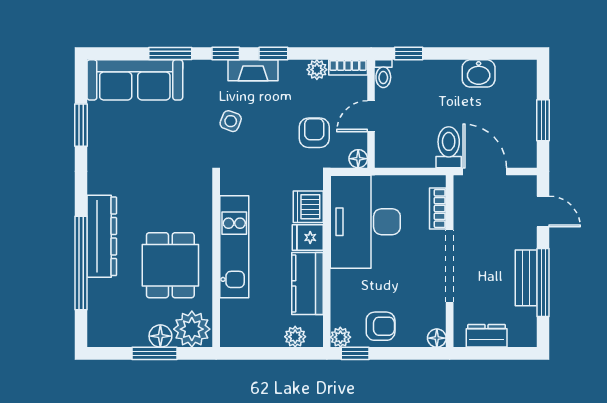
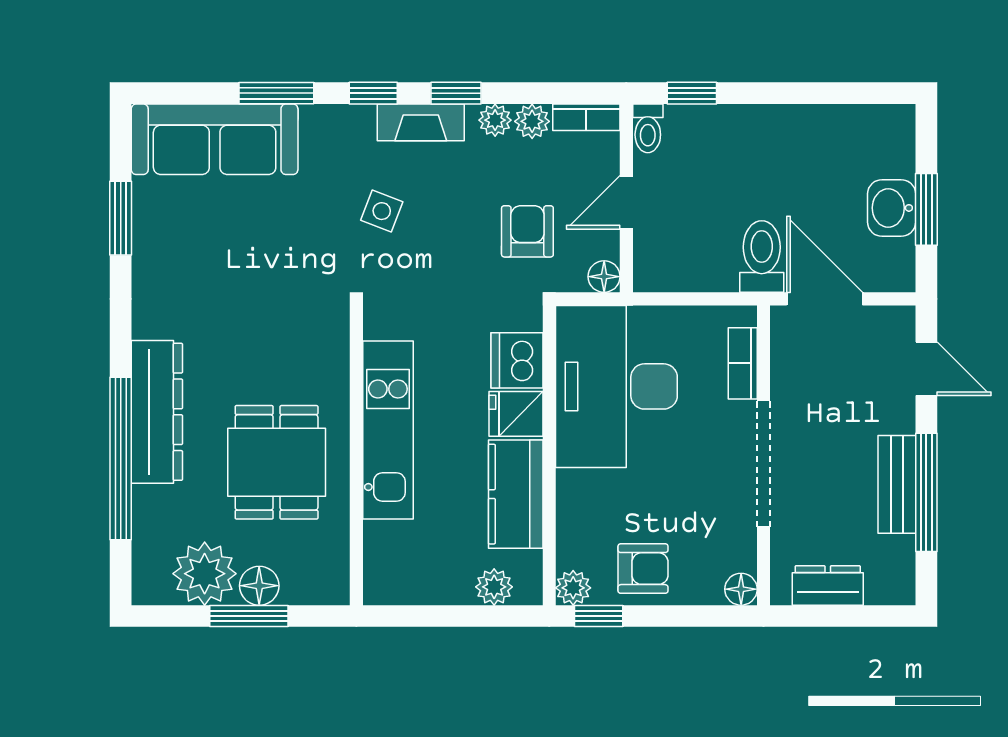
plant: (296, 69) -> (495, 120), added
washbasin: (479, 73) -> (892, 208), moved, turned 90
plant: (192, 329) -> (205, 574), moved

